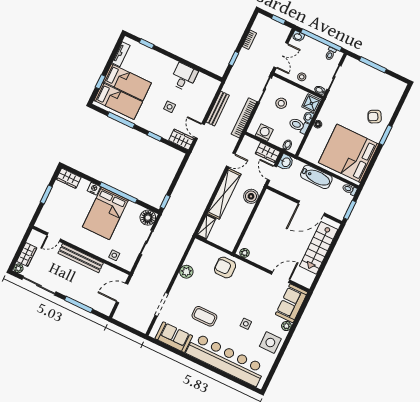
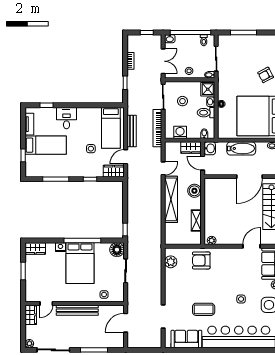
desk: (184, 77) -> (66, 118), moved
bed: (118, 101) -> (111, 128), moved, turned 90
door: (200, 131) -> (126, 157), hinge flipped
shelving: (206, 227) -> (196, 221), moved
wardrobe: (27, 255) -> (31, 315), moved
plant: (186, 272) -> (171, 262), moved

